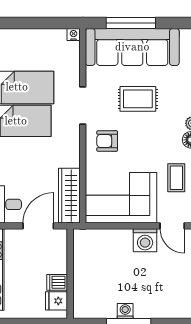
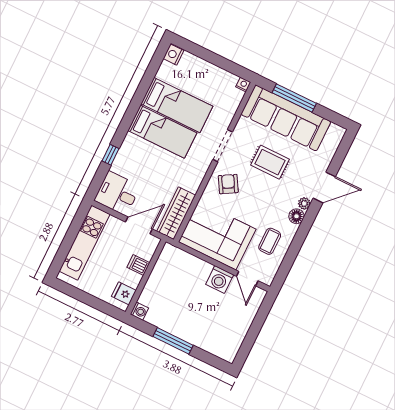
armchair: (107, 141) -> (228, 184), turned 60
dishwasher: (57, 282) -> (138, 265), moved
washing machine: (125, 311) -> (139, 311), moved, turned 90

